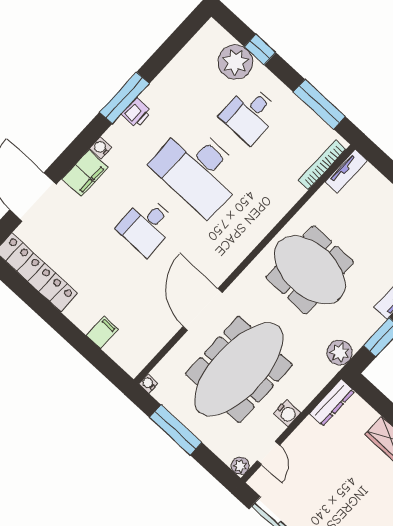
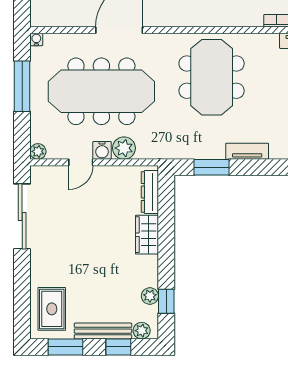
plant: (340, 353) -> (124, 148), moved
dresser: (332, 403) -> (150, 192), moved, turned 90
door: (268, 453) -> (81, 162), moved

